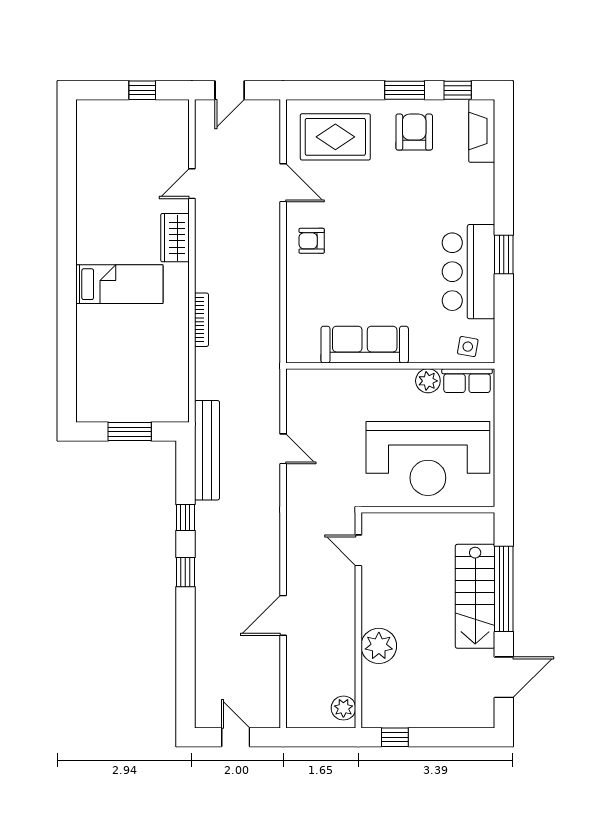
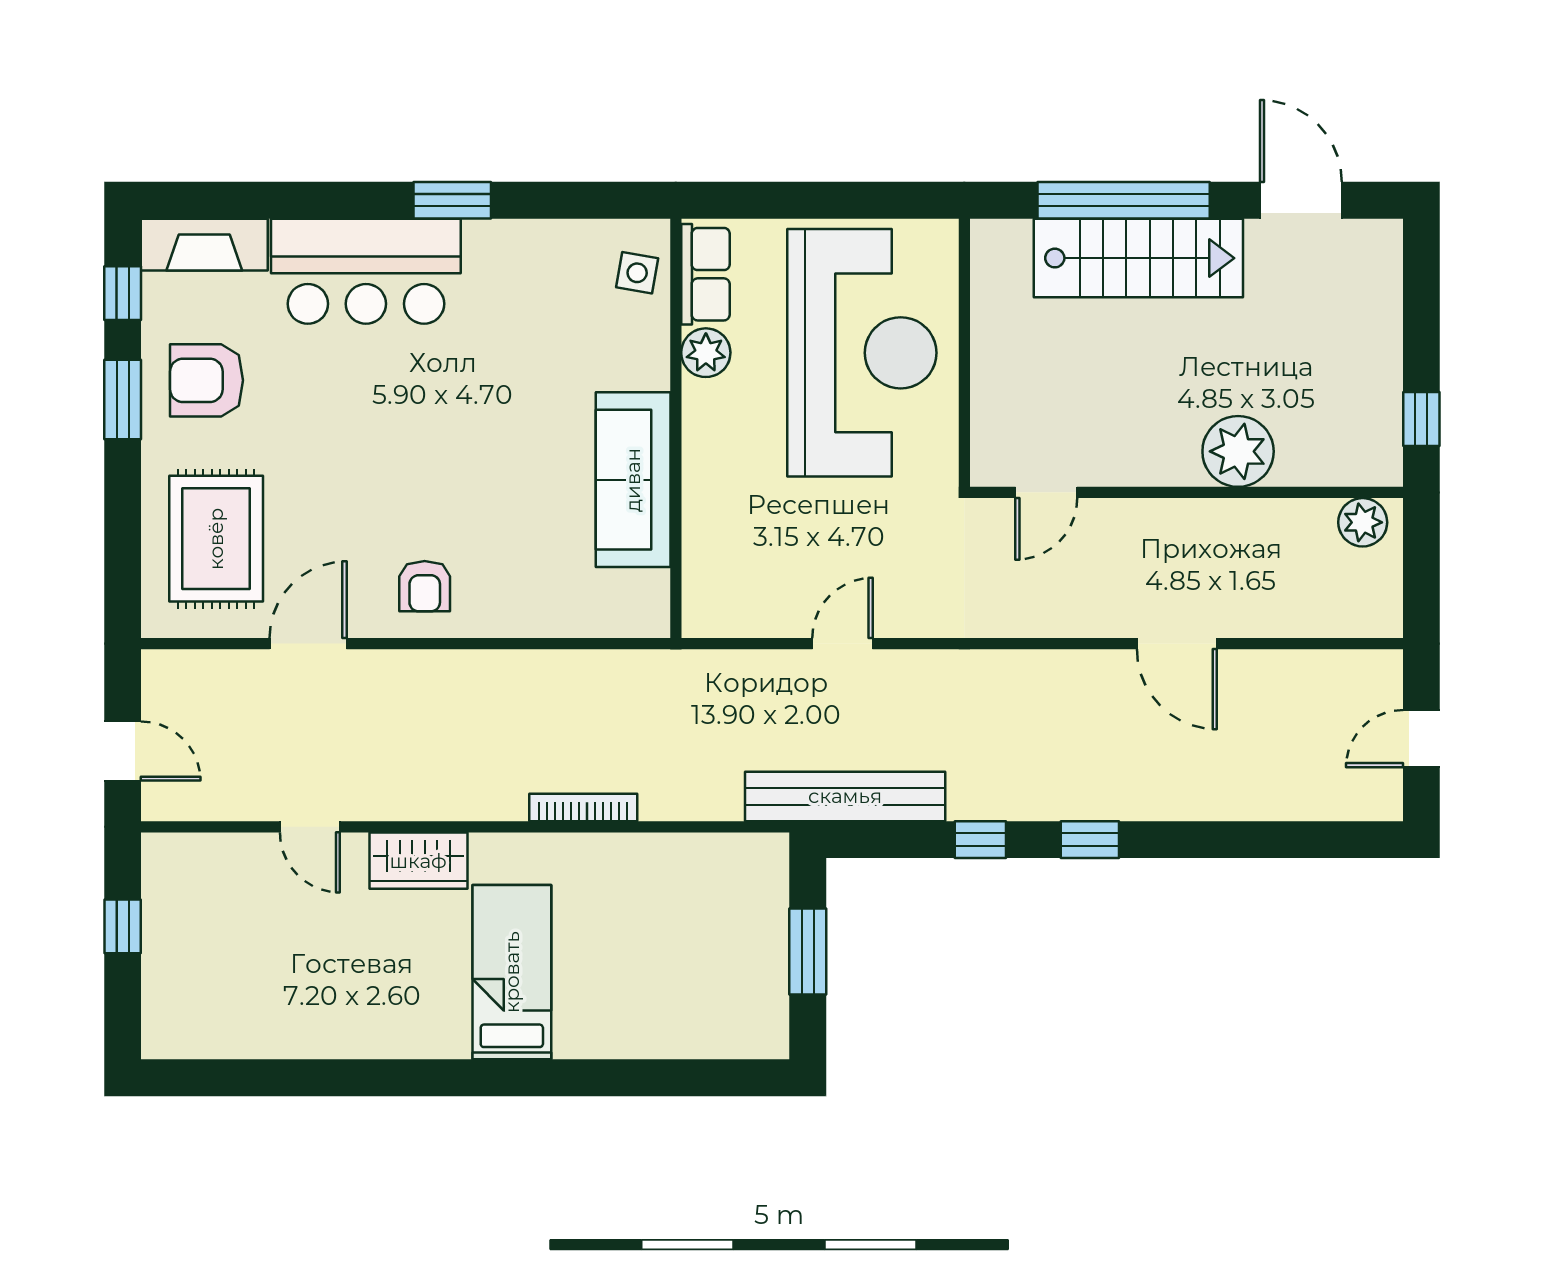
bar counter: (469, 272) -> (366, 271), moved

